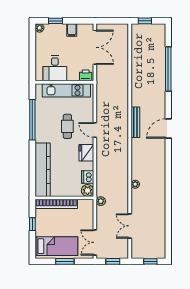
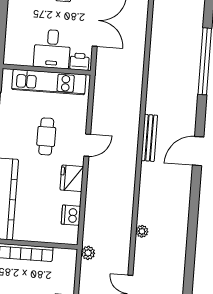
desk: (55, 68) -> (52, 49), moved
door: (95, 130) -> (87, 145), swing flipped
plant: (88, 190) -> (69, 235), removed

